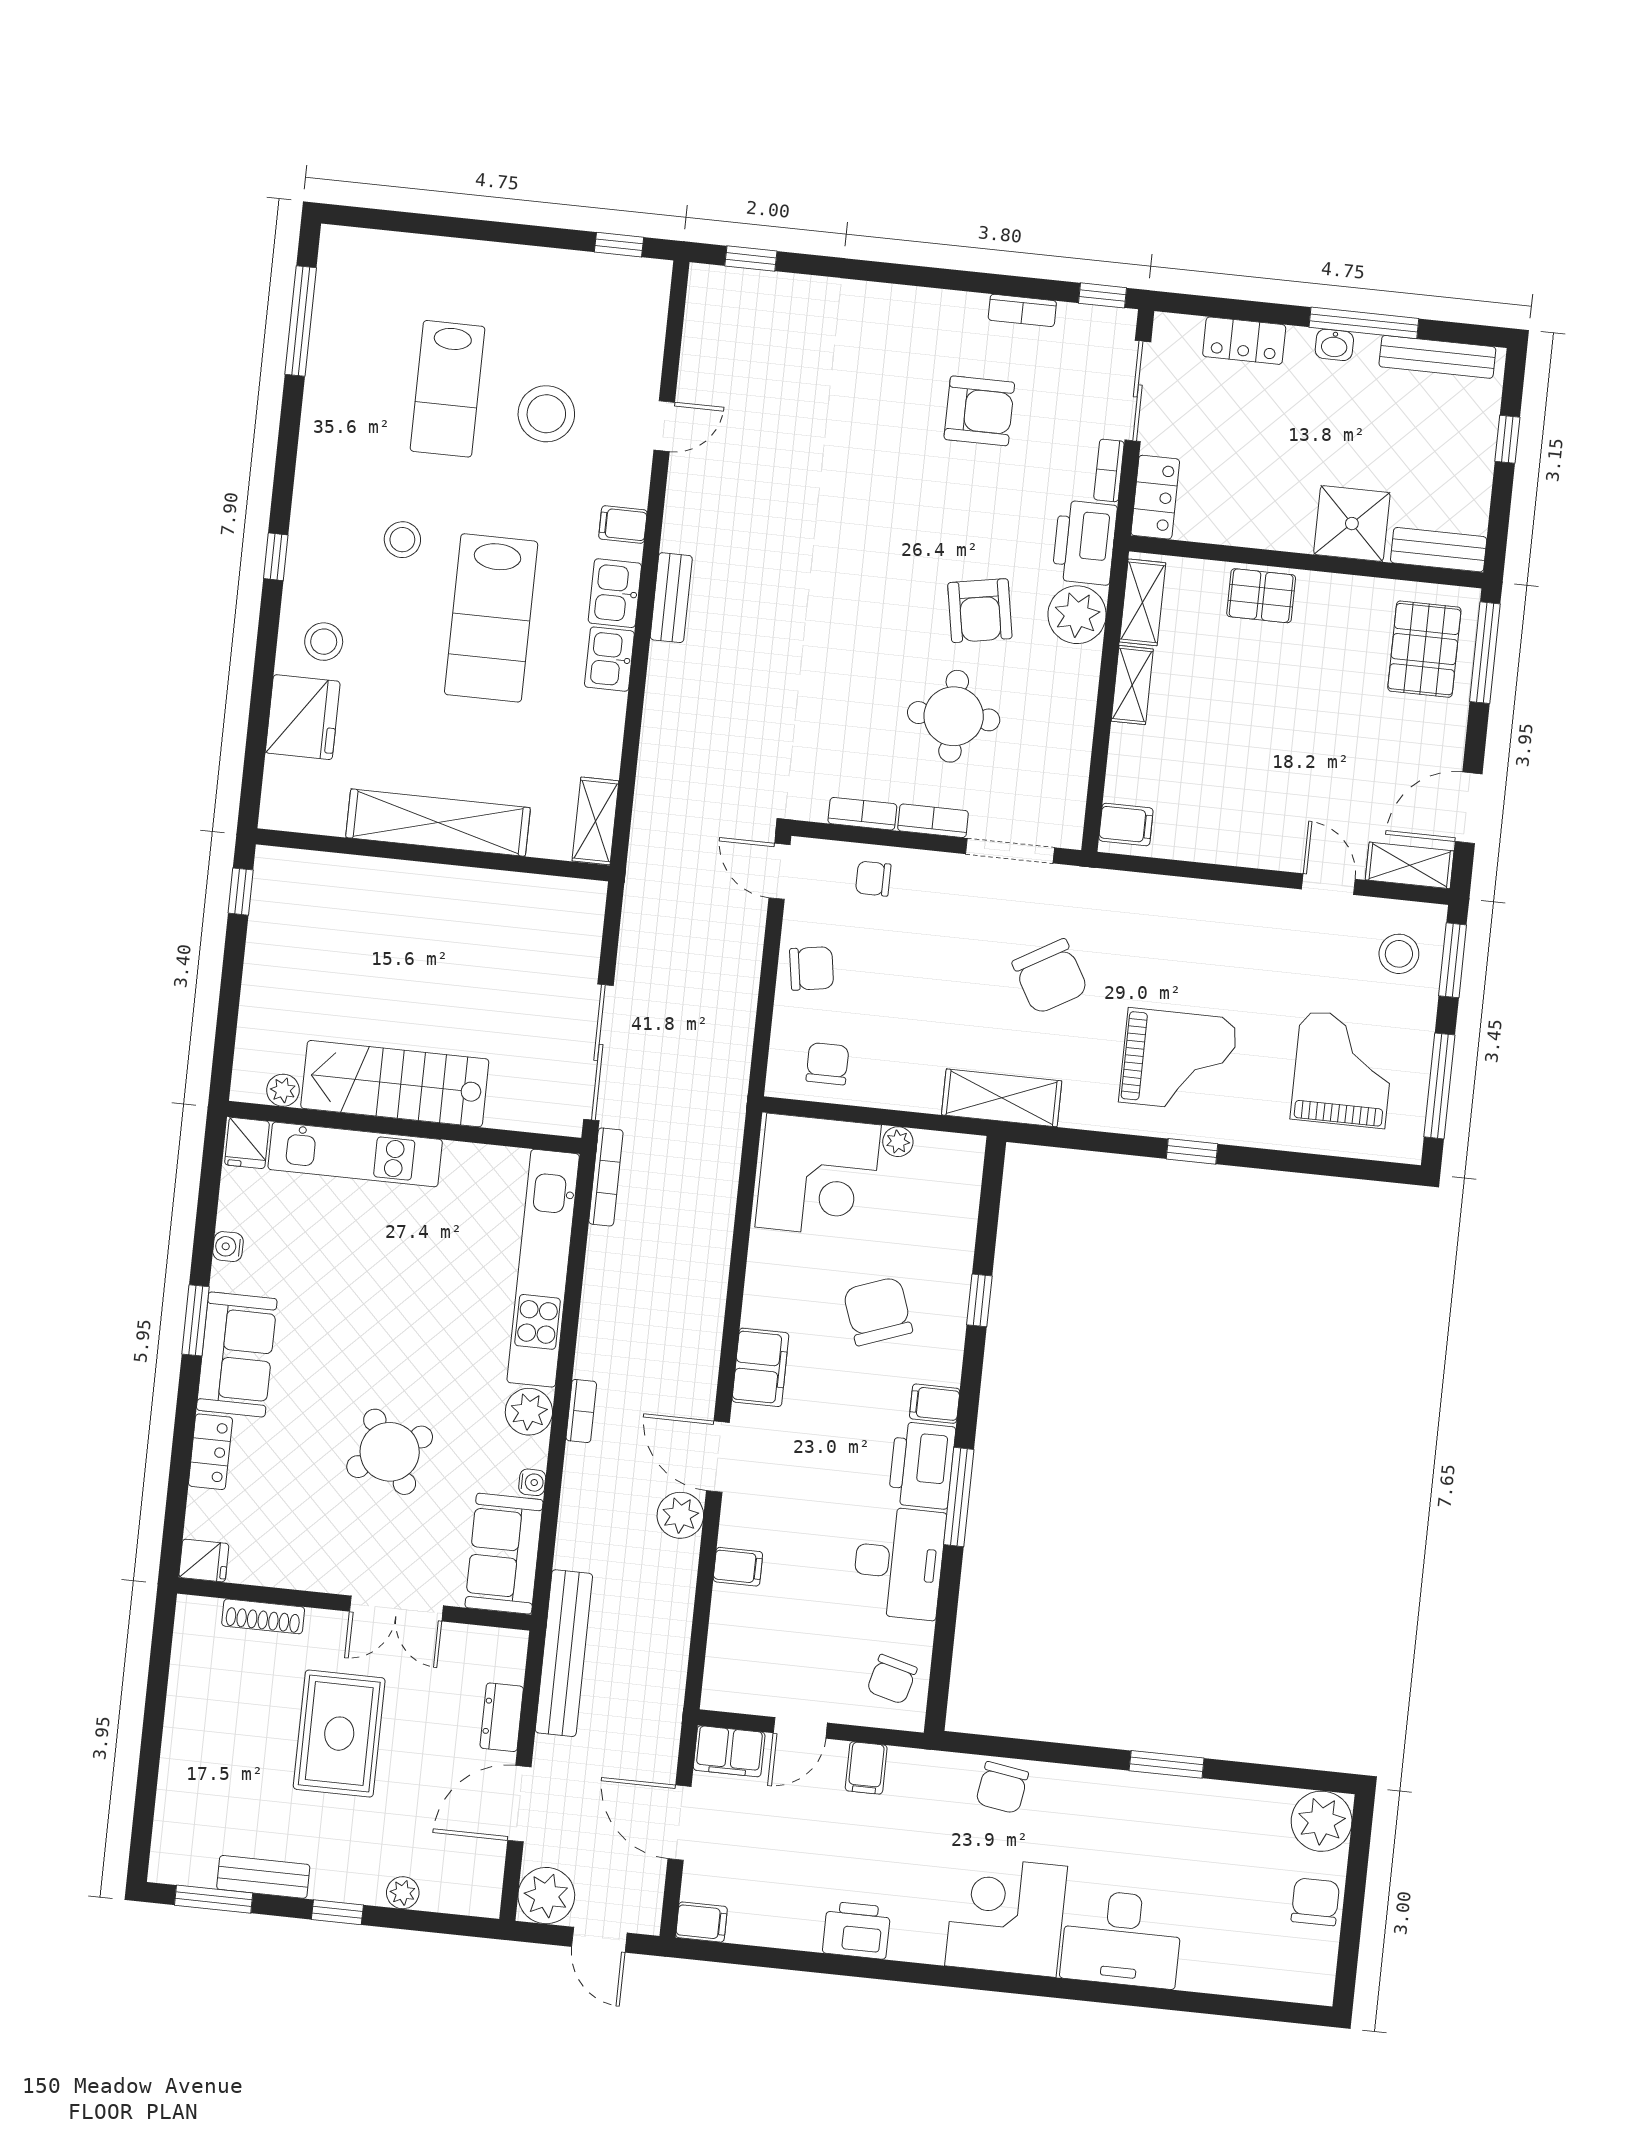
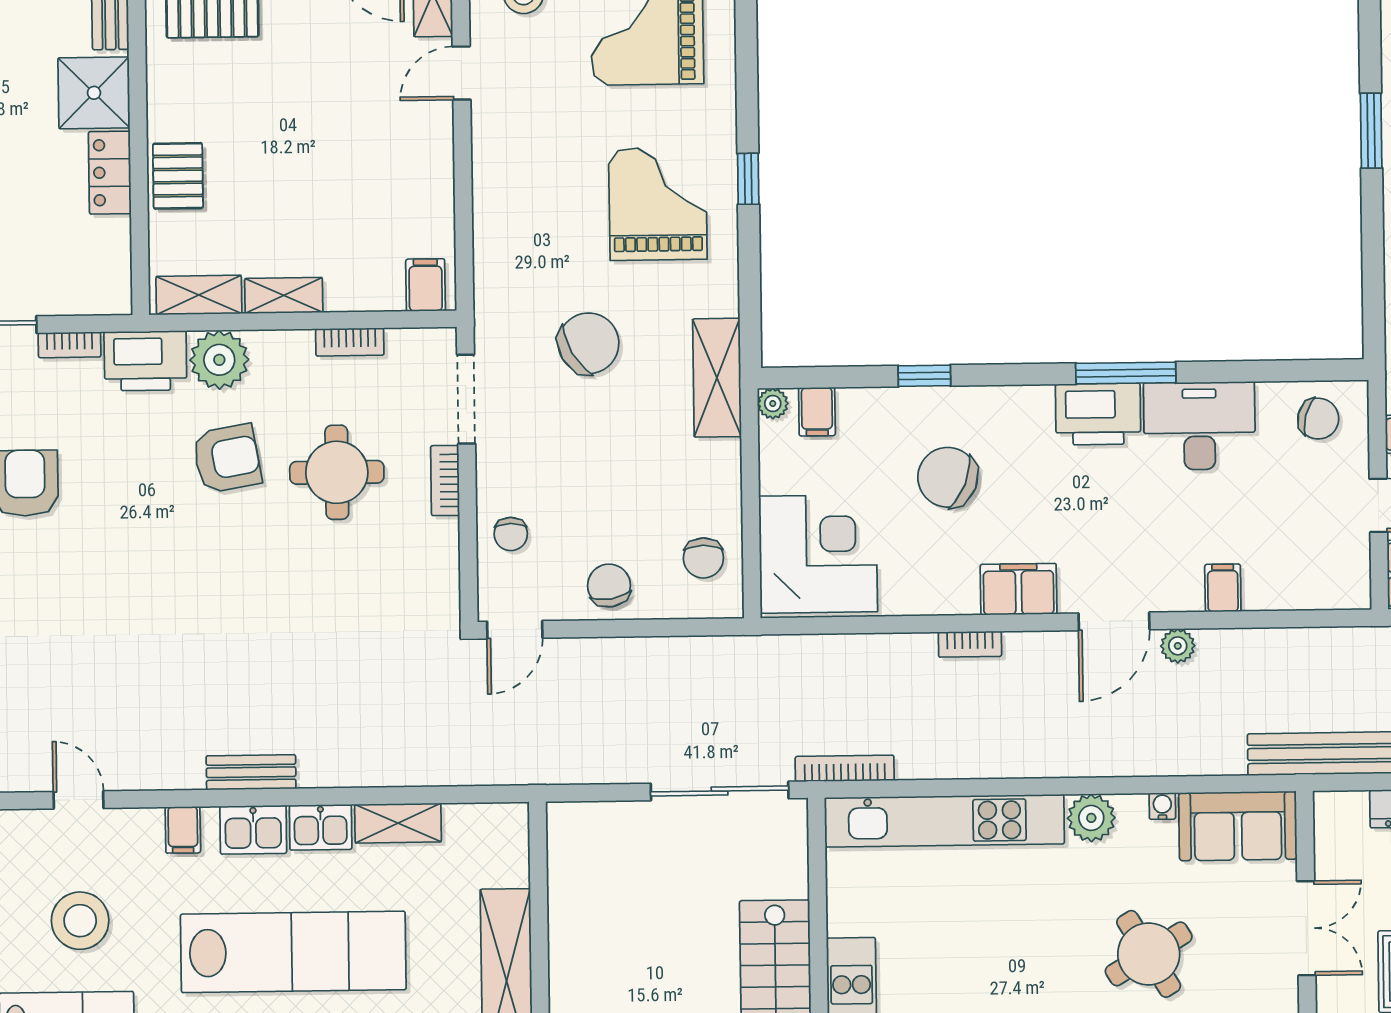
locker: (1155, 497) -> (110, 173), moved, turned -90
lab bench: (491, 618) -> (293, 952), width x1.36
bookcase: (862, 814) -> (350, 342), moved, turned -90
shelving: (595, 821) -> (398, 823), moved
chair: (827, 1064) -> (703, 558), turned -90
plant: (898, 1142) -> (773, 404), moved
chair: (878, 1311) -> (948, 477), turned 42
filing cabinet: (935, 1404) -> (817, 412), moved
bookcase: (581, 1411) -> (970, 644), moved, turned 180
plant: (680, 1515) -> (1178, 646), width x0.73, depth x0.73

